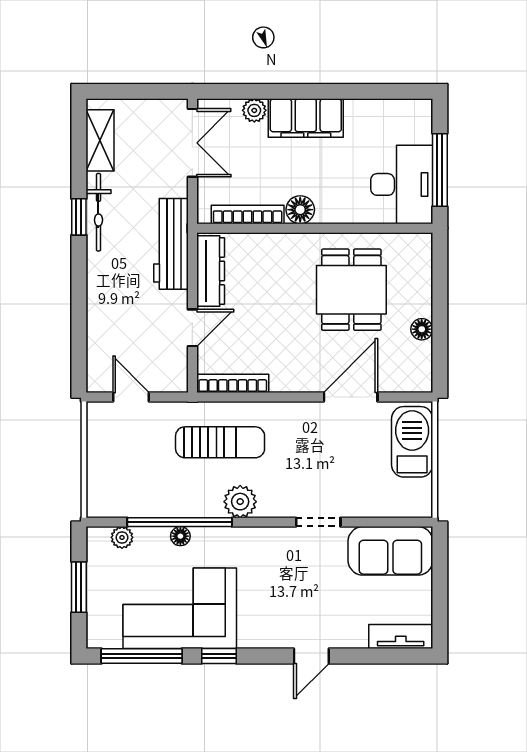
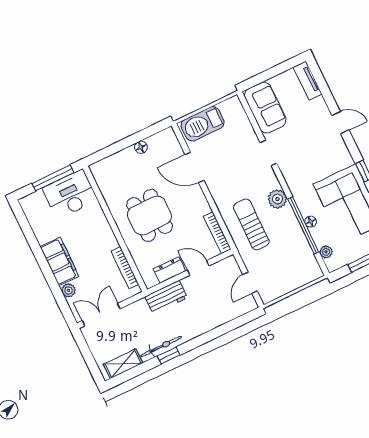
floor lamp: (300, 210) -> (109, 241), removed
workbench: (171, 244) -> (166, 297), width x0.73
dresser: (211, 271) -> (169, 270), width x0.70
dining table: (351, 290) -> (149, 215), moved, turned 90

